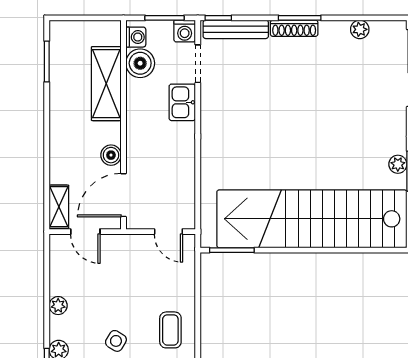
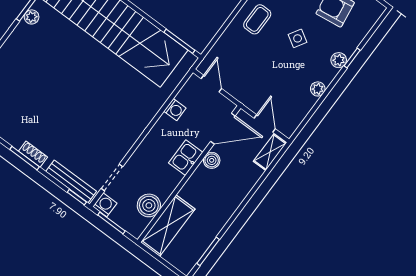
shoe rack: (294, 28) -> (33, 154), width x0.70
washing machine: (136, 37) -> (175, 110), moved, turned 180
shelving: (106, 84) -> (168, 225), moved
kitchen sink: (182, 102) -> (186, 158), moved, turned 180

